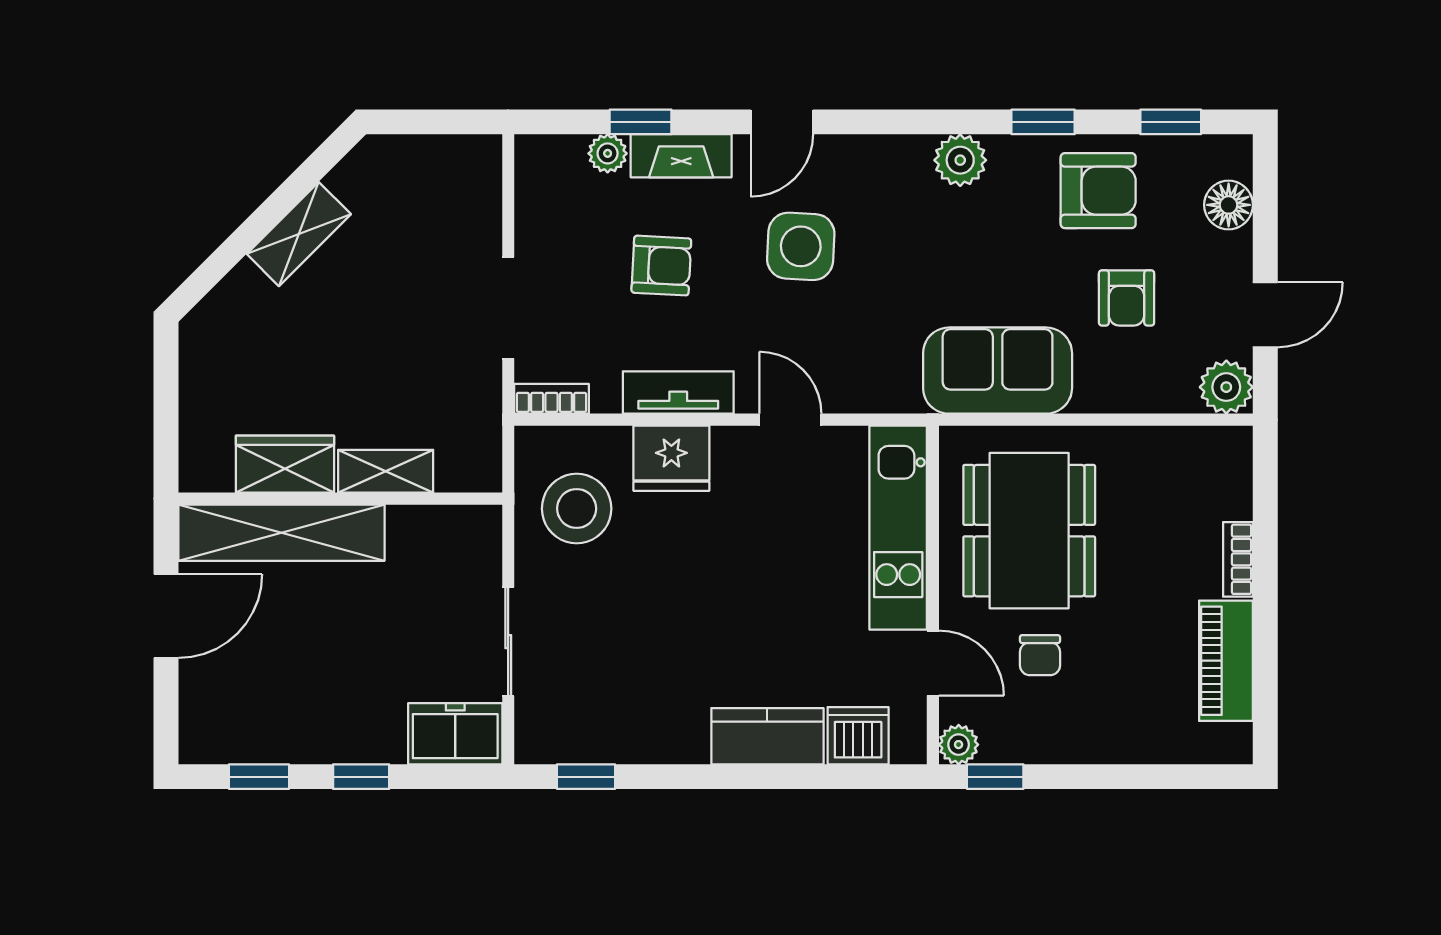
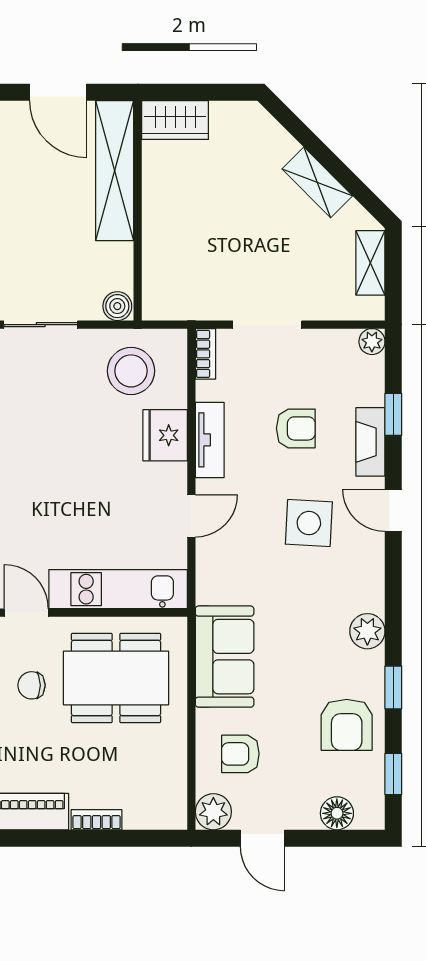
plant: (608, 153) -> (372, 342), moved
armchair: (661, 266) -> (296, 428), turned -93
armchair: (1127, 298) -> (240, 754), moved
wardrobe: (285, 464) -> (175, 120), moved, turned 90
shelving: (386, 471) -> (370, 263), moved
boiler: (481, 529) -> (117, 306), added
door: (933, 663) -> (26, 613), swing flipped

